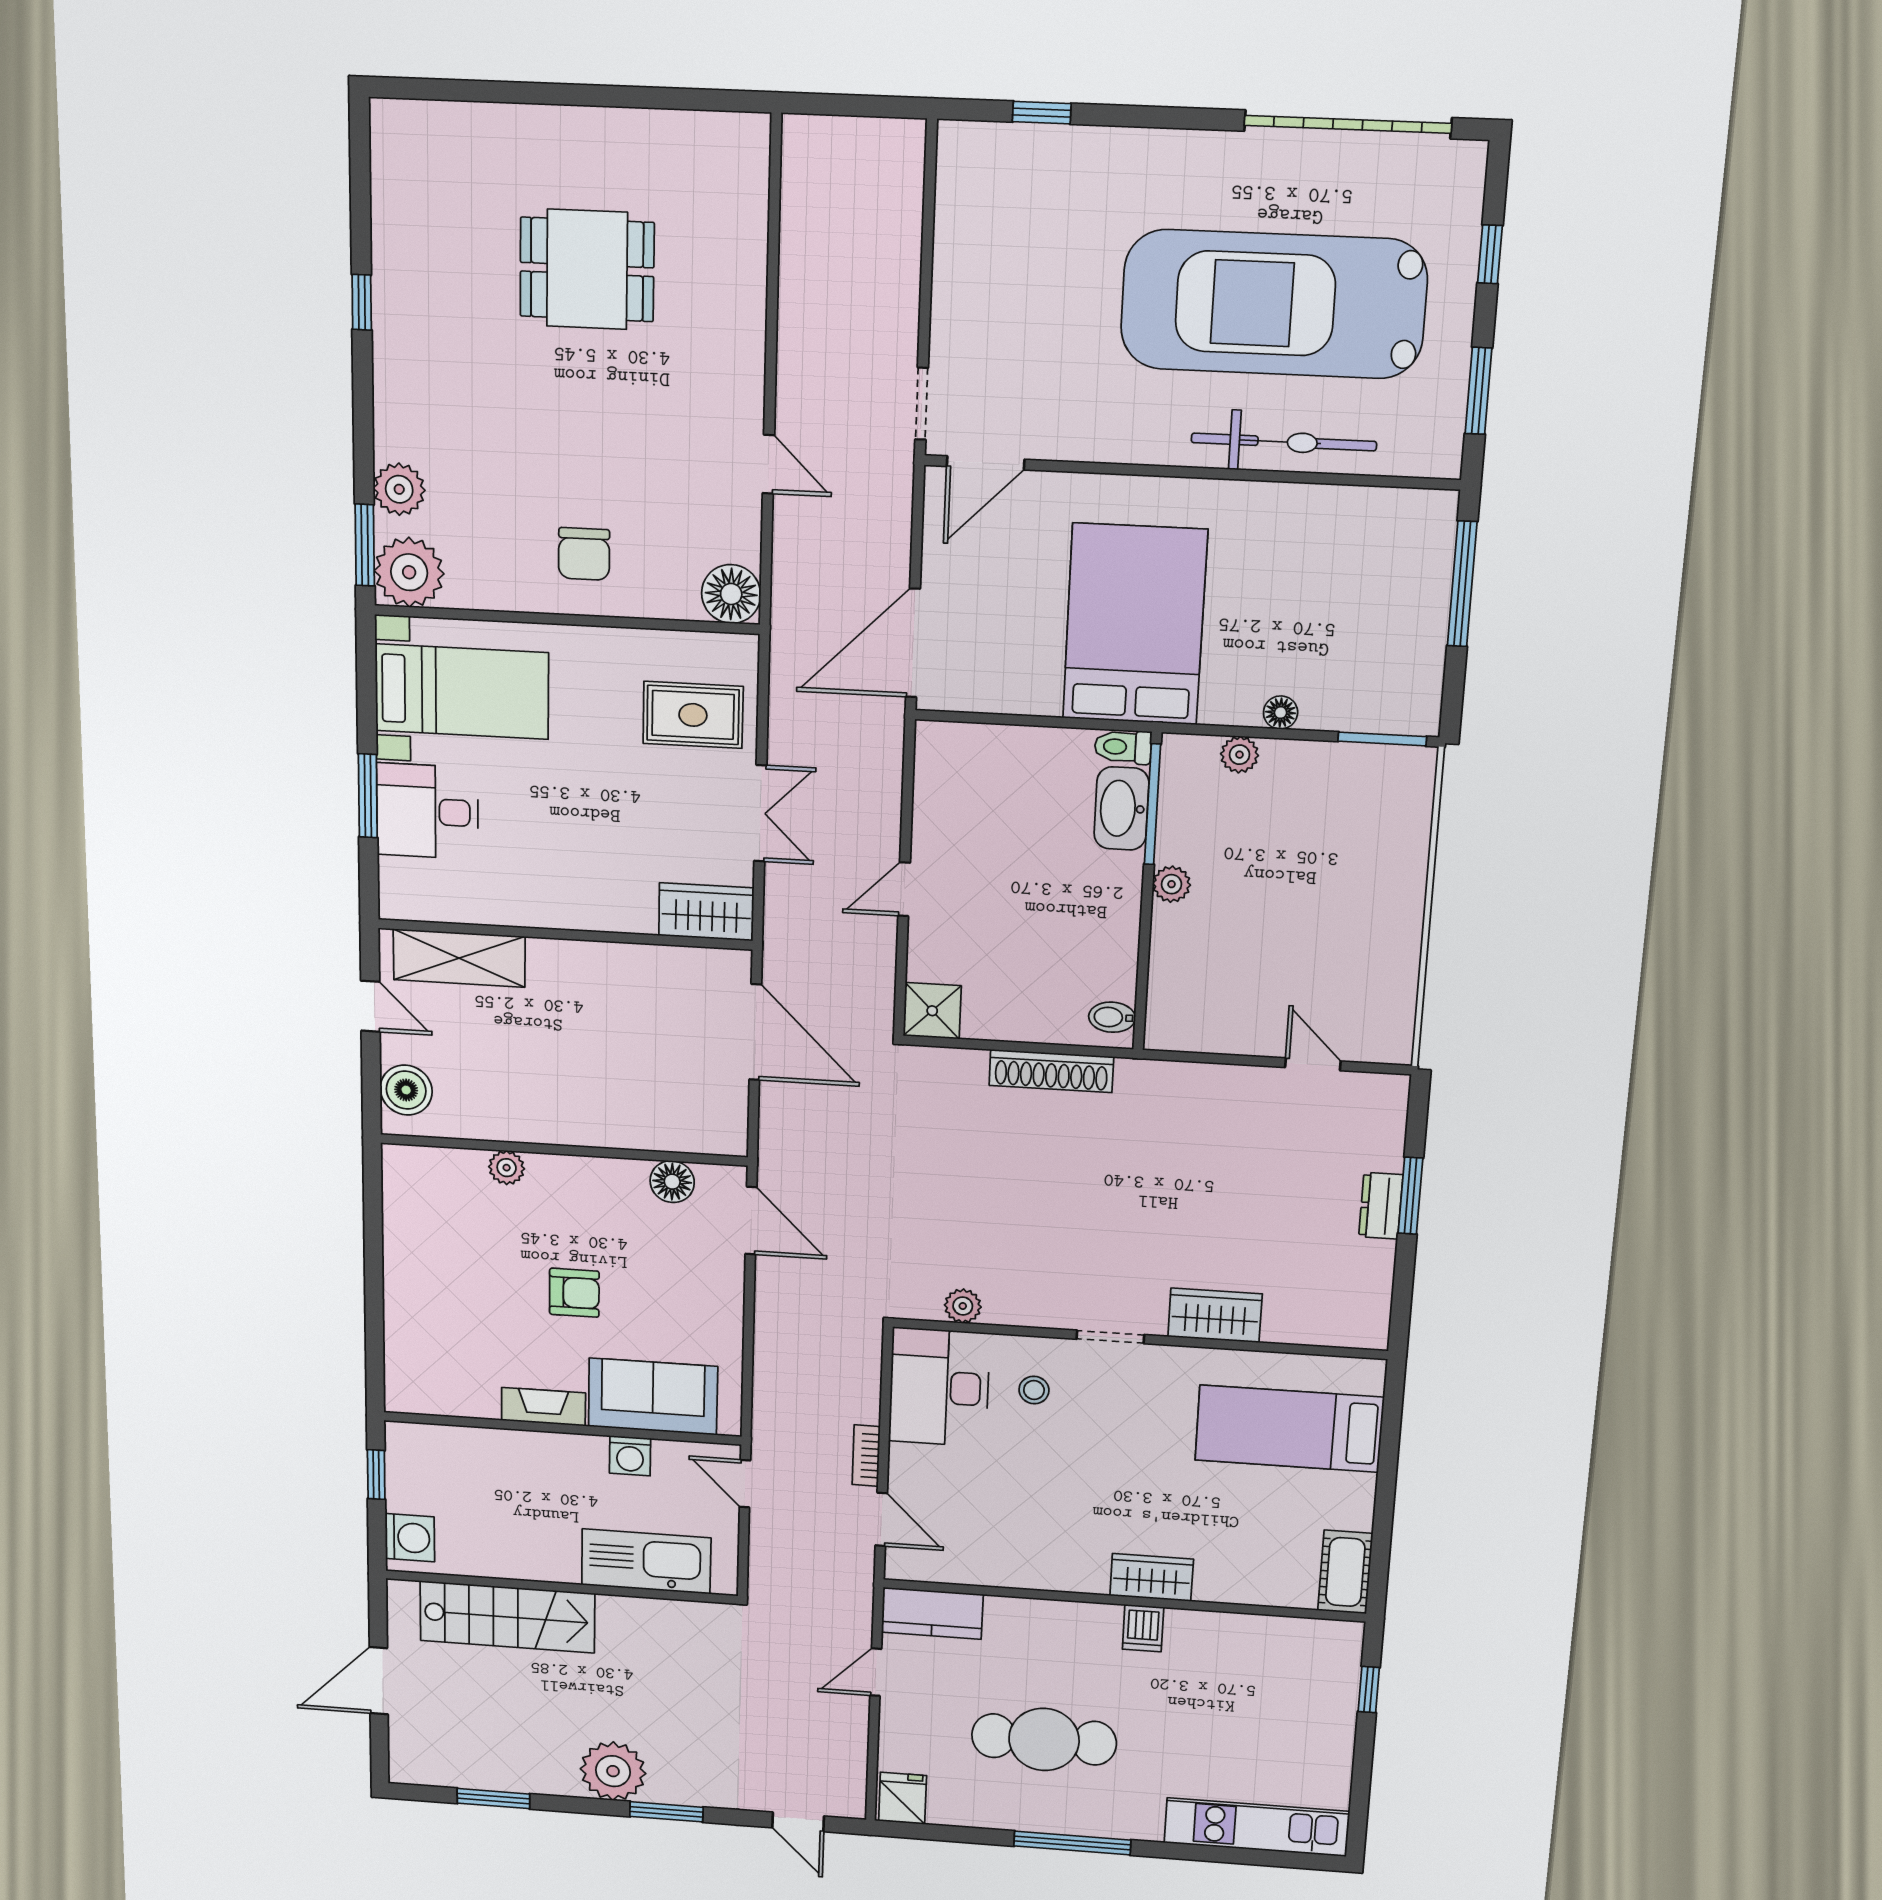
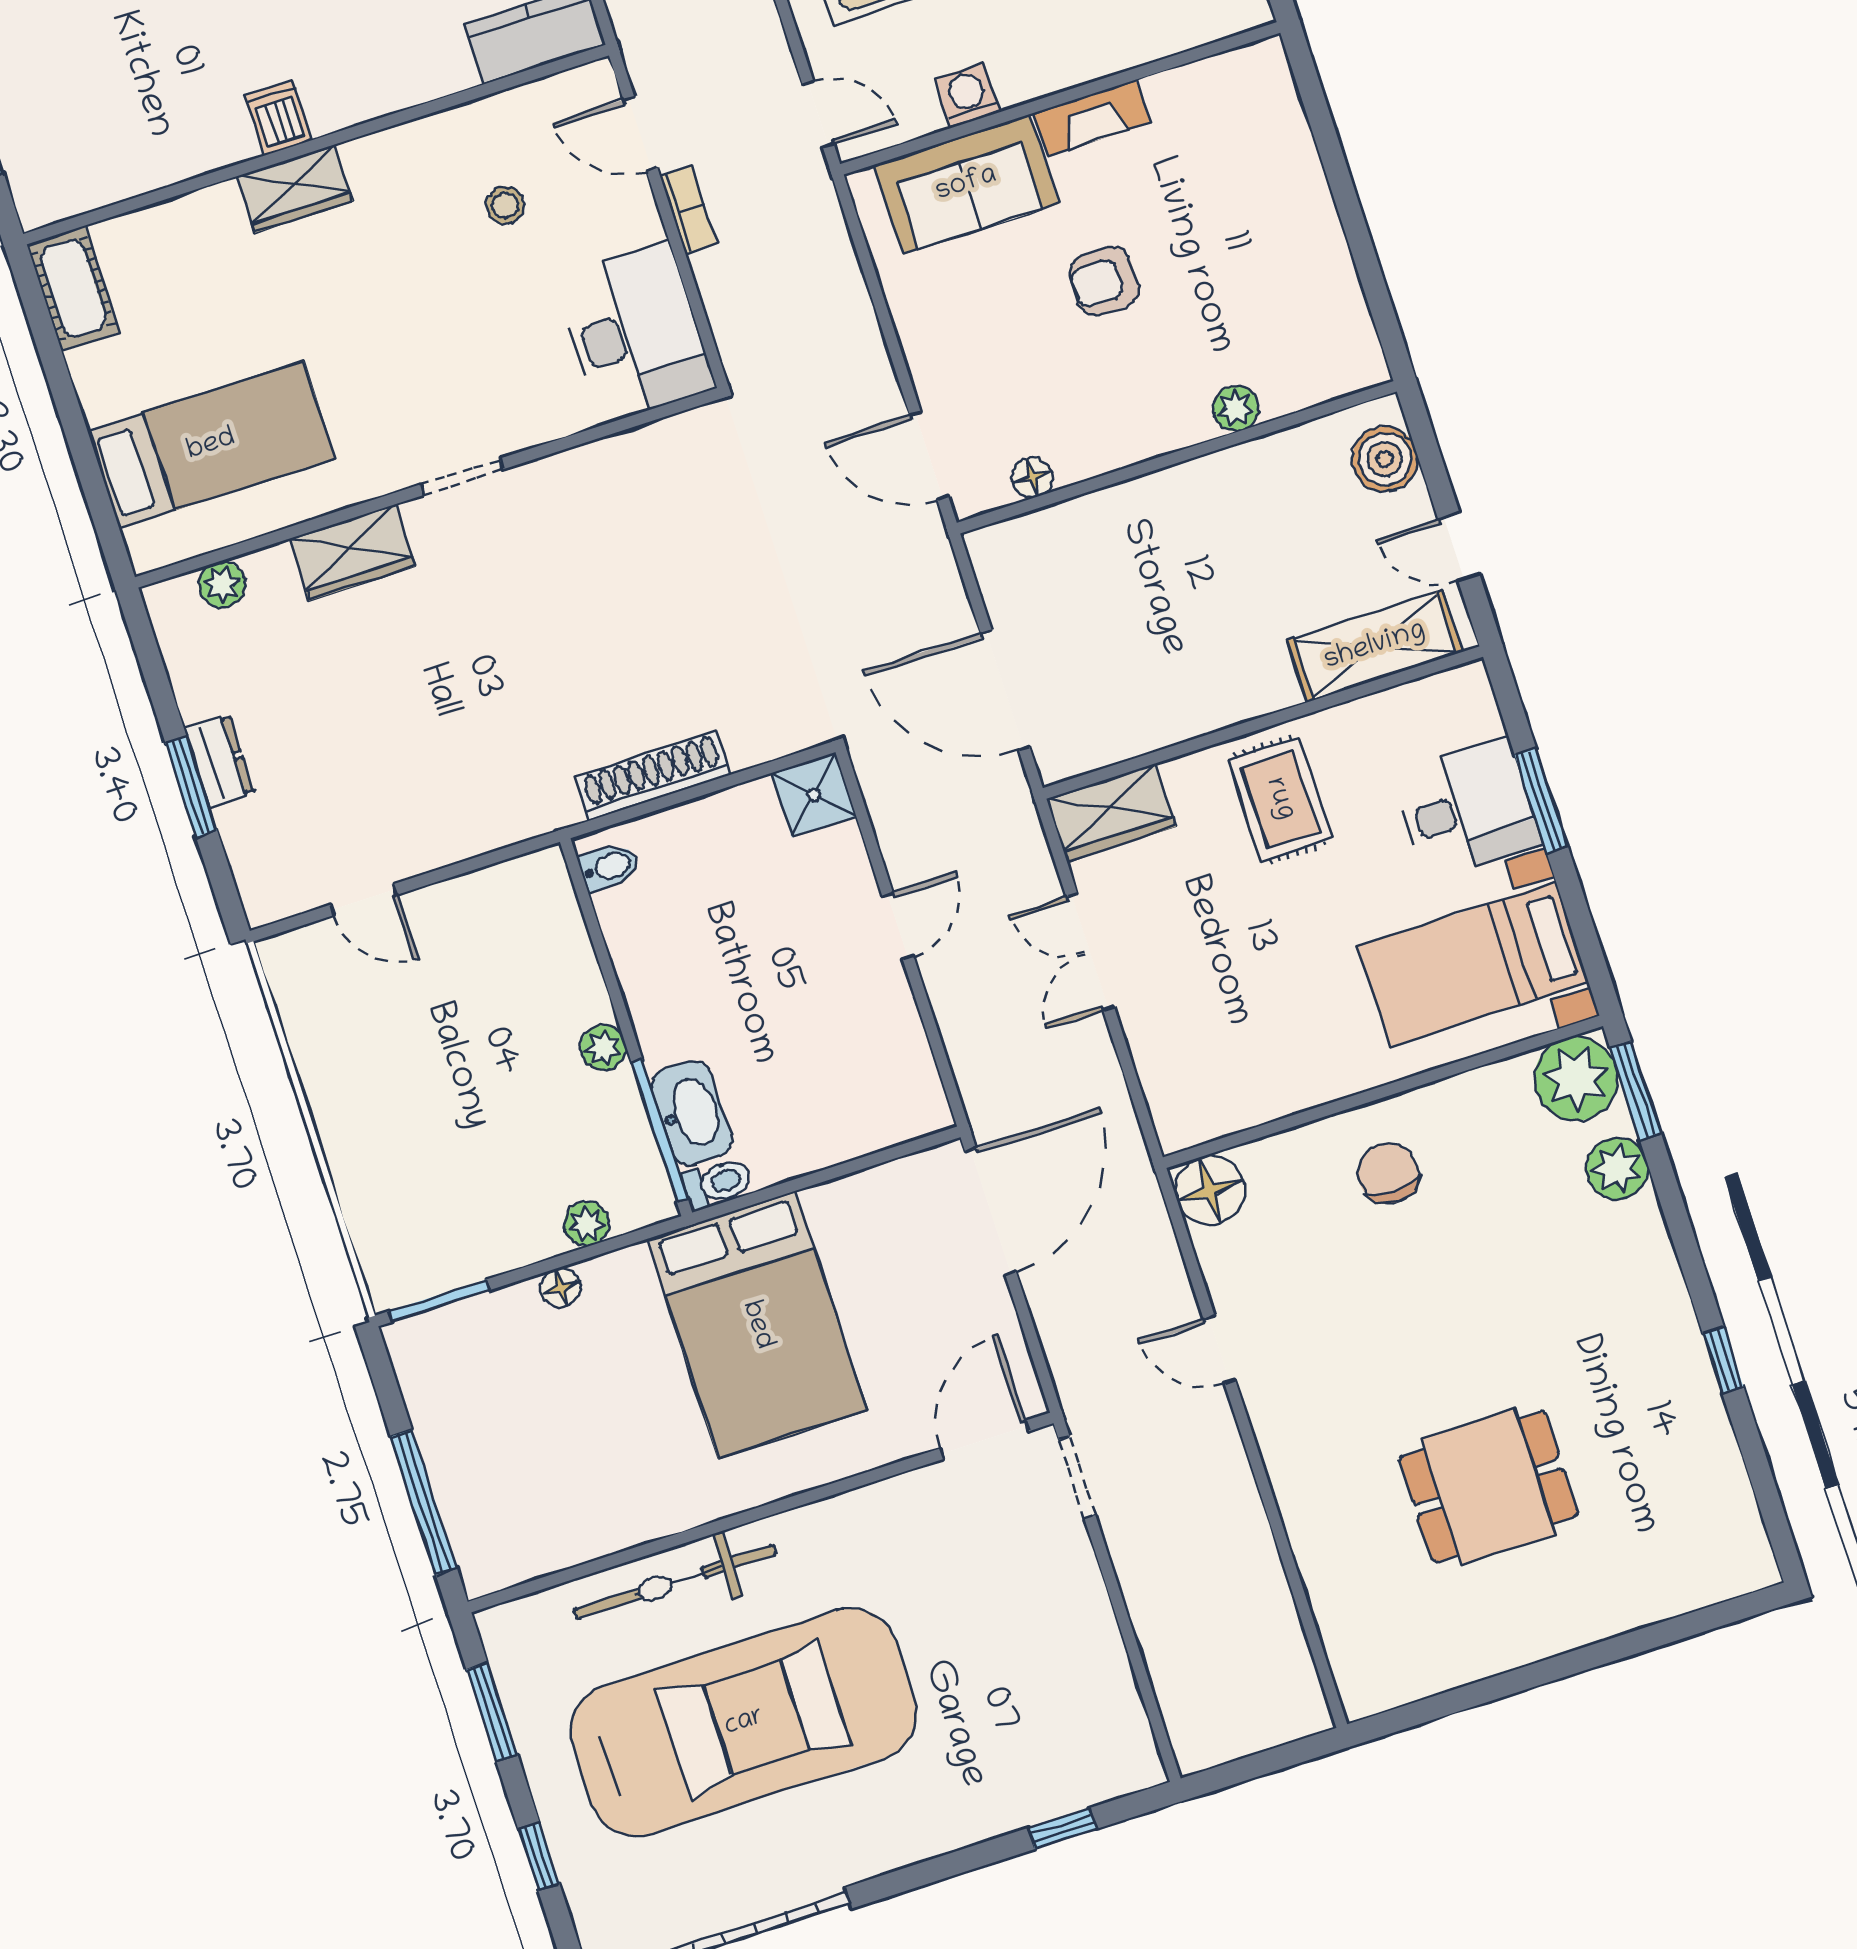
rug: (693, 715) -> (1280, 799), moved, turned 90
floor lamp: (672, 1182) -> (1032, 477), width x0.73, depth x0.73
plant: (963, 1306) -> (222, 585), moved
stool: (1034, 1390) -> (505, 205), moved

